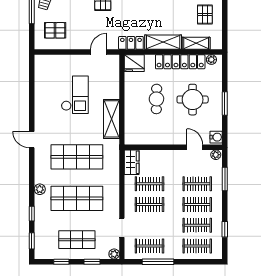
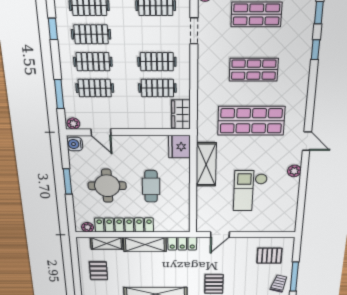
fridge: (134, 63) -> (179, 147), moved, turned -90
plant: (40, 189) -> (294, 171), moved
shop shelf: (77, 198) -> (254, 70), width x0.70, depth x0.74

